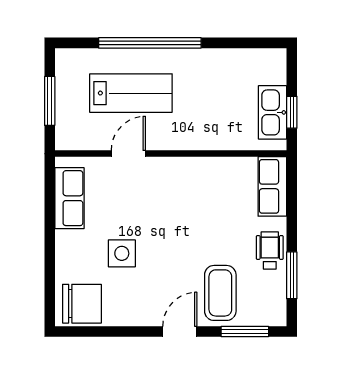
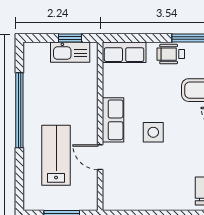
window: (150, 43) -> (19, 110), moved
row of seats: (69, 198) -> (113, 120), moved, turned 90
side table: (122, 253) -> (153, 132), moved

